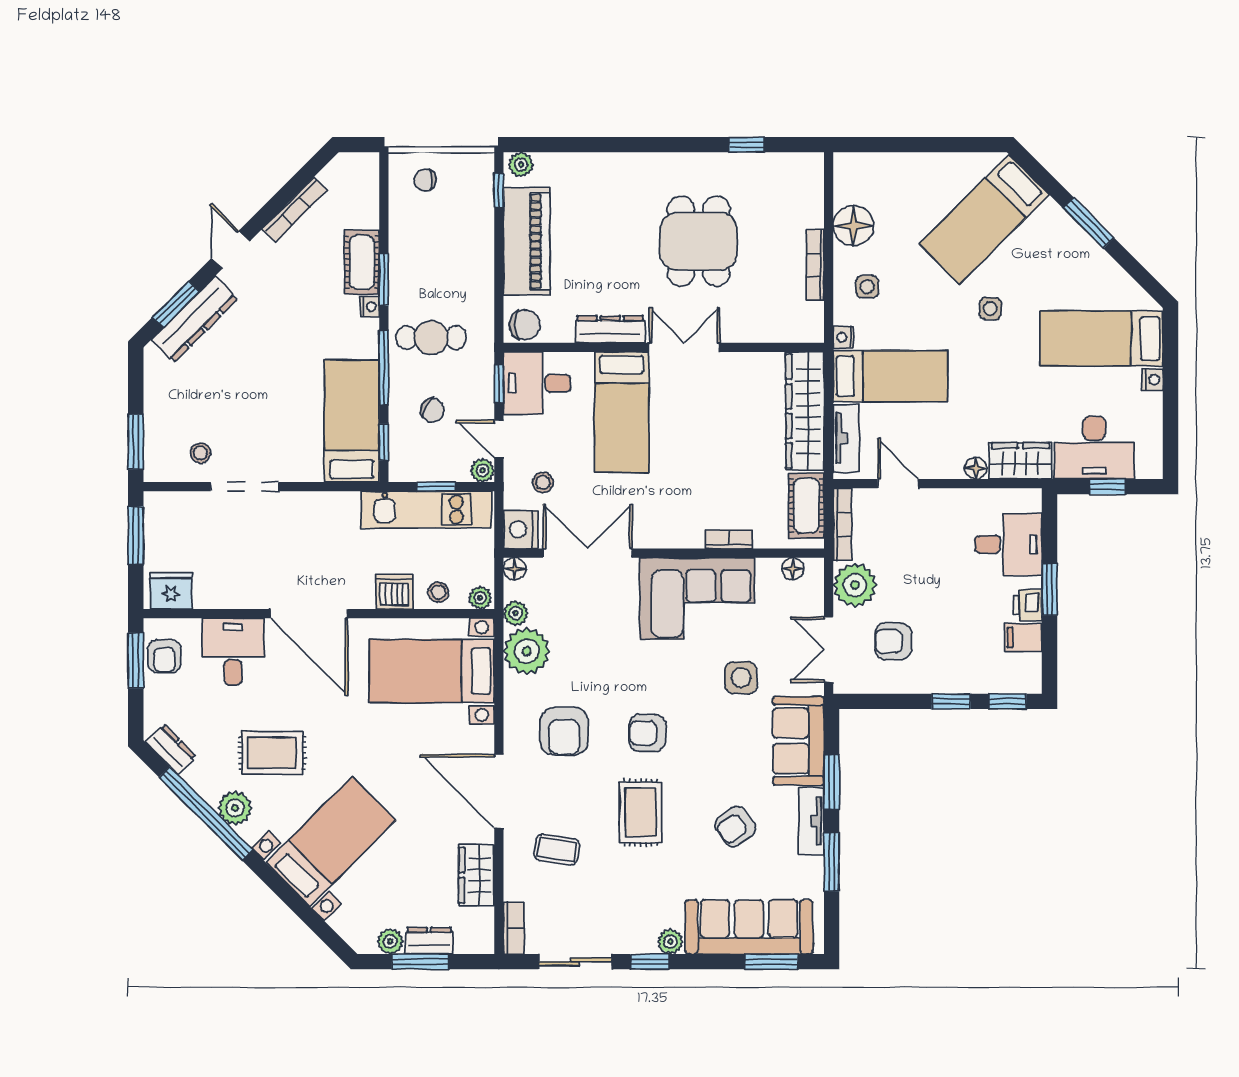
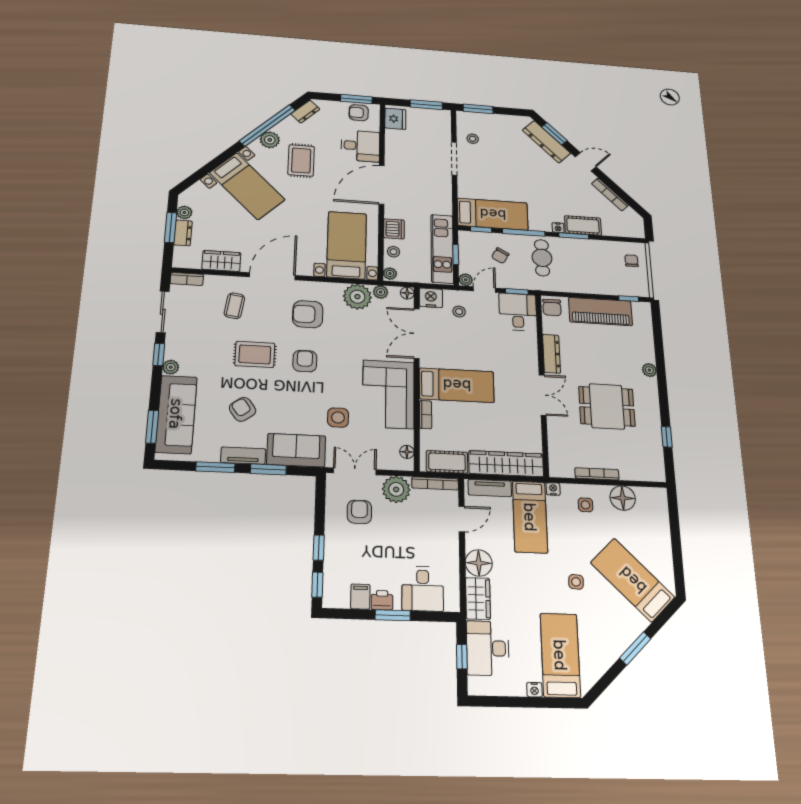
plant: (521, 164) -> (649, 370), moved
bed: (622, 412) -> (457, 385), moved, turned 180
floor lamp: (976, 468) -> (479, 563), width x1.89, depth x1.89
double door: (588, 553) -> (417, 334), swing flipped

